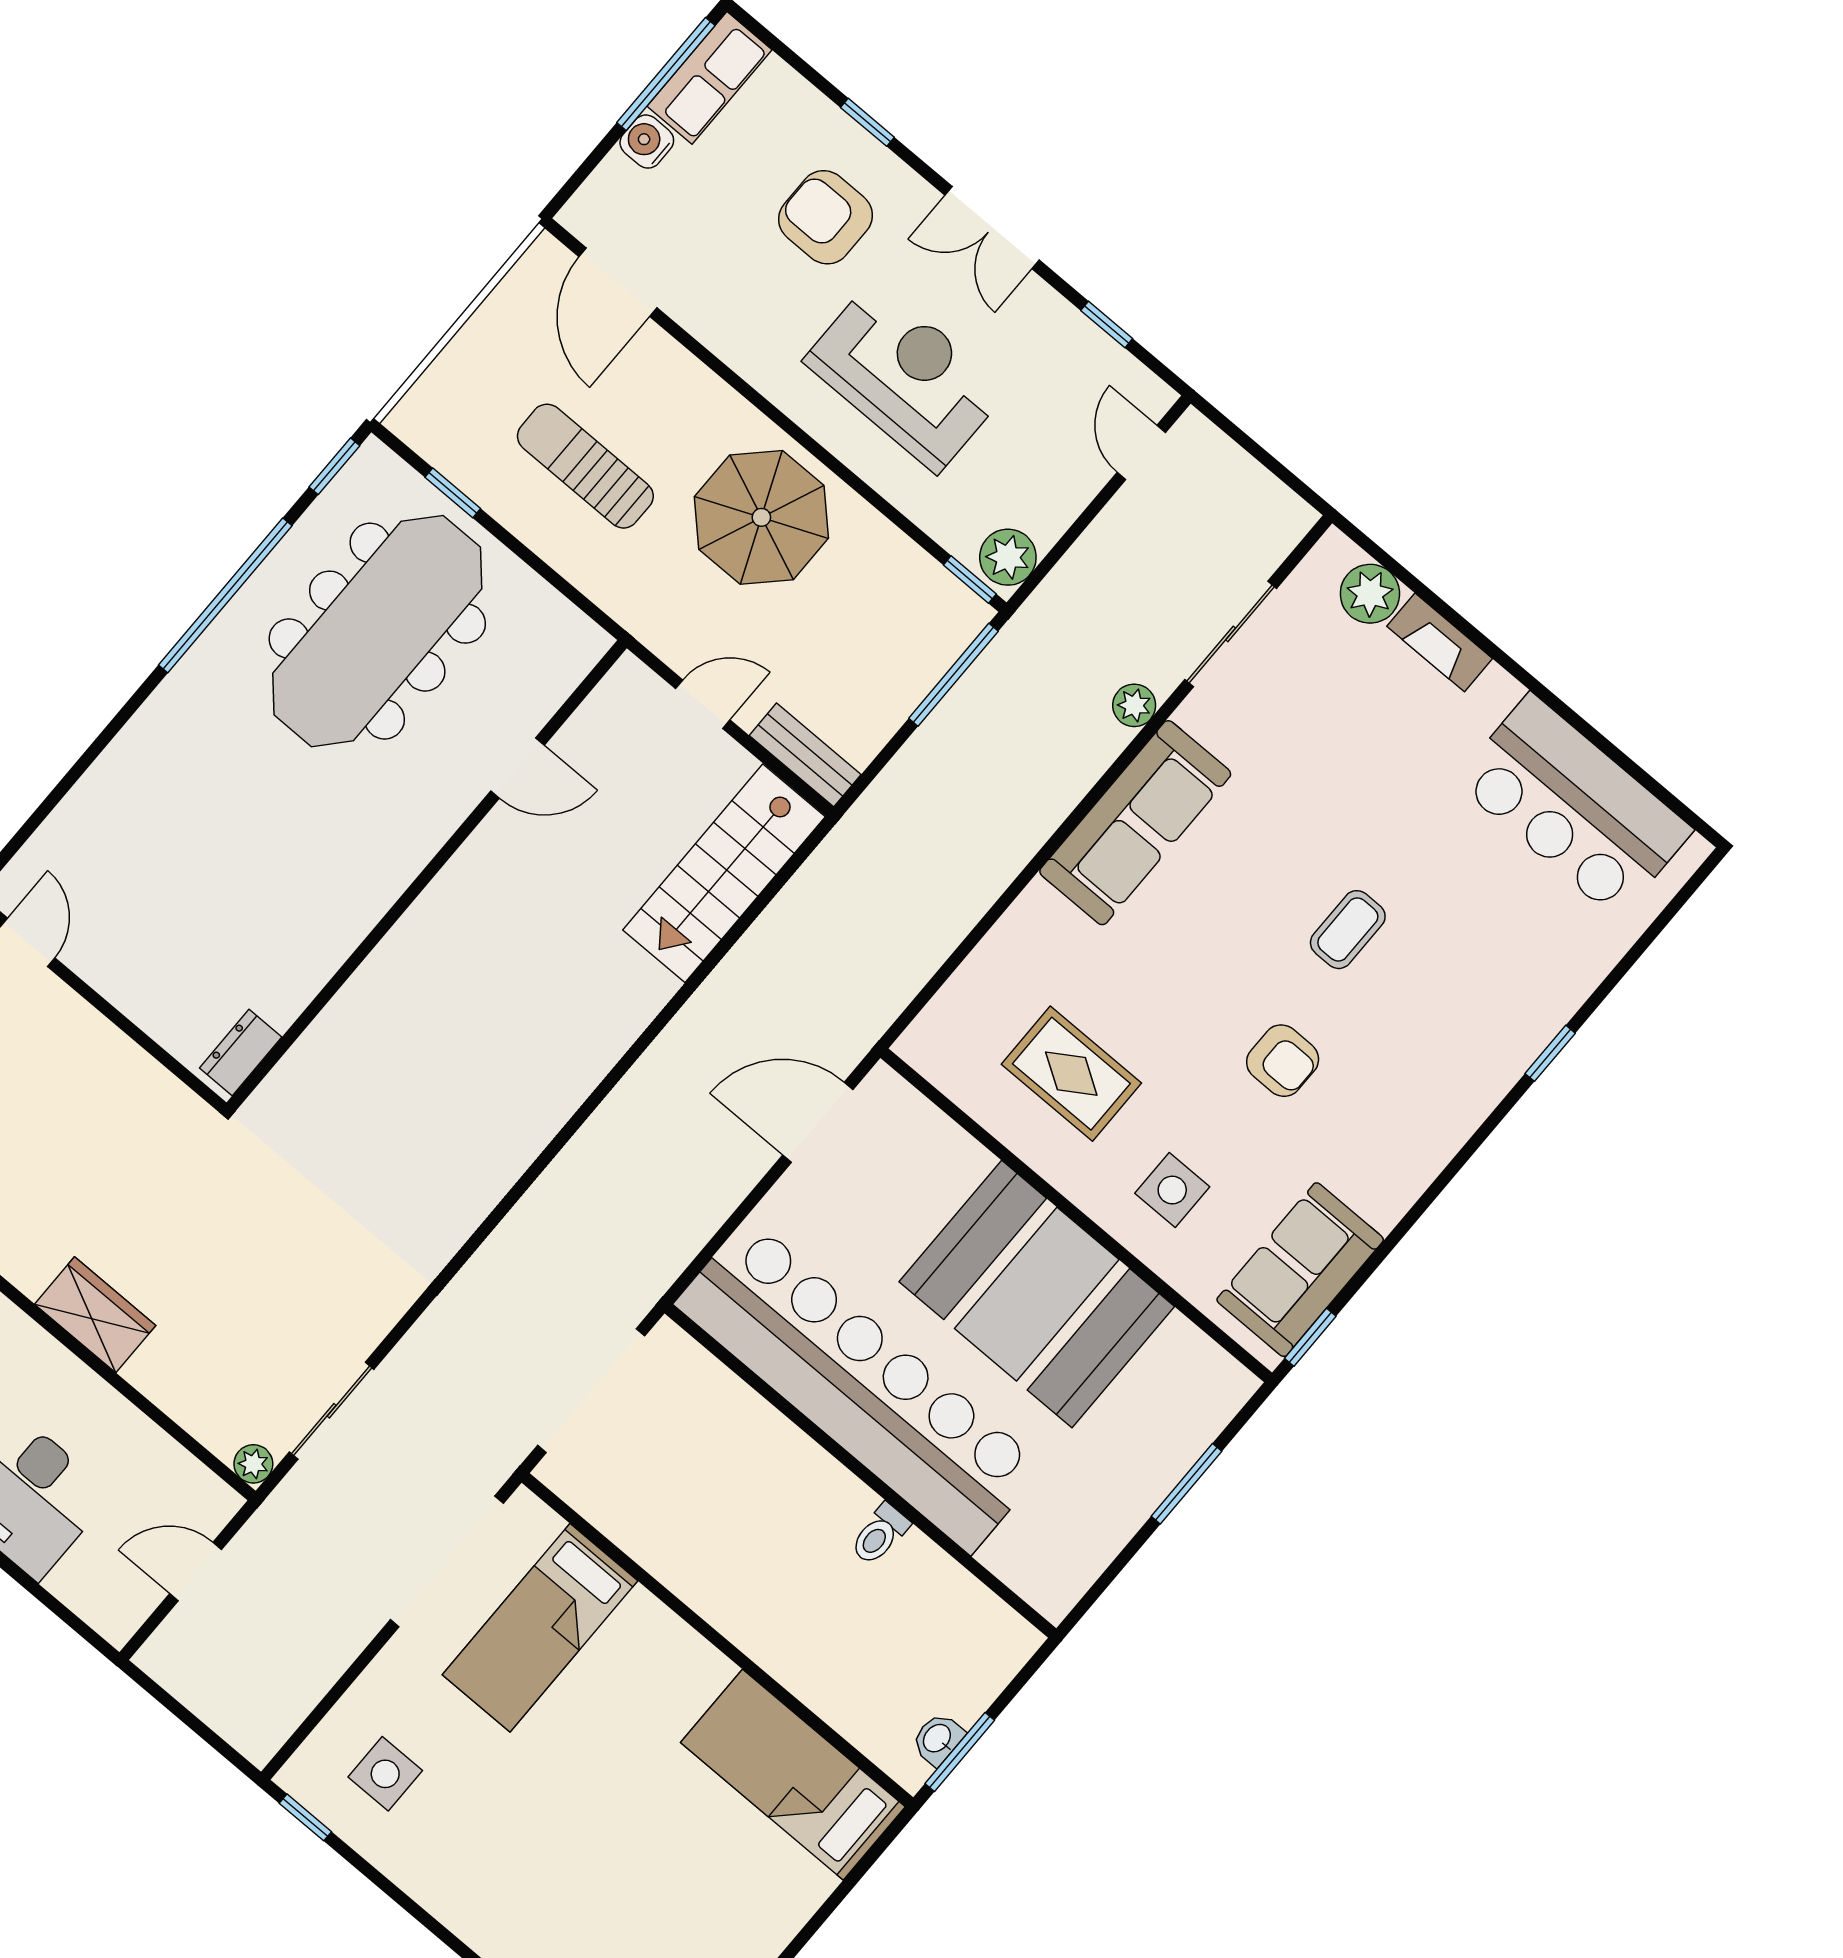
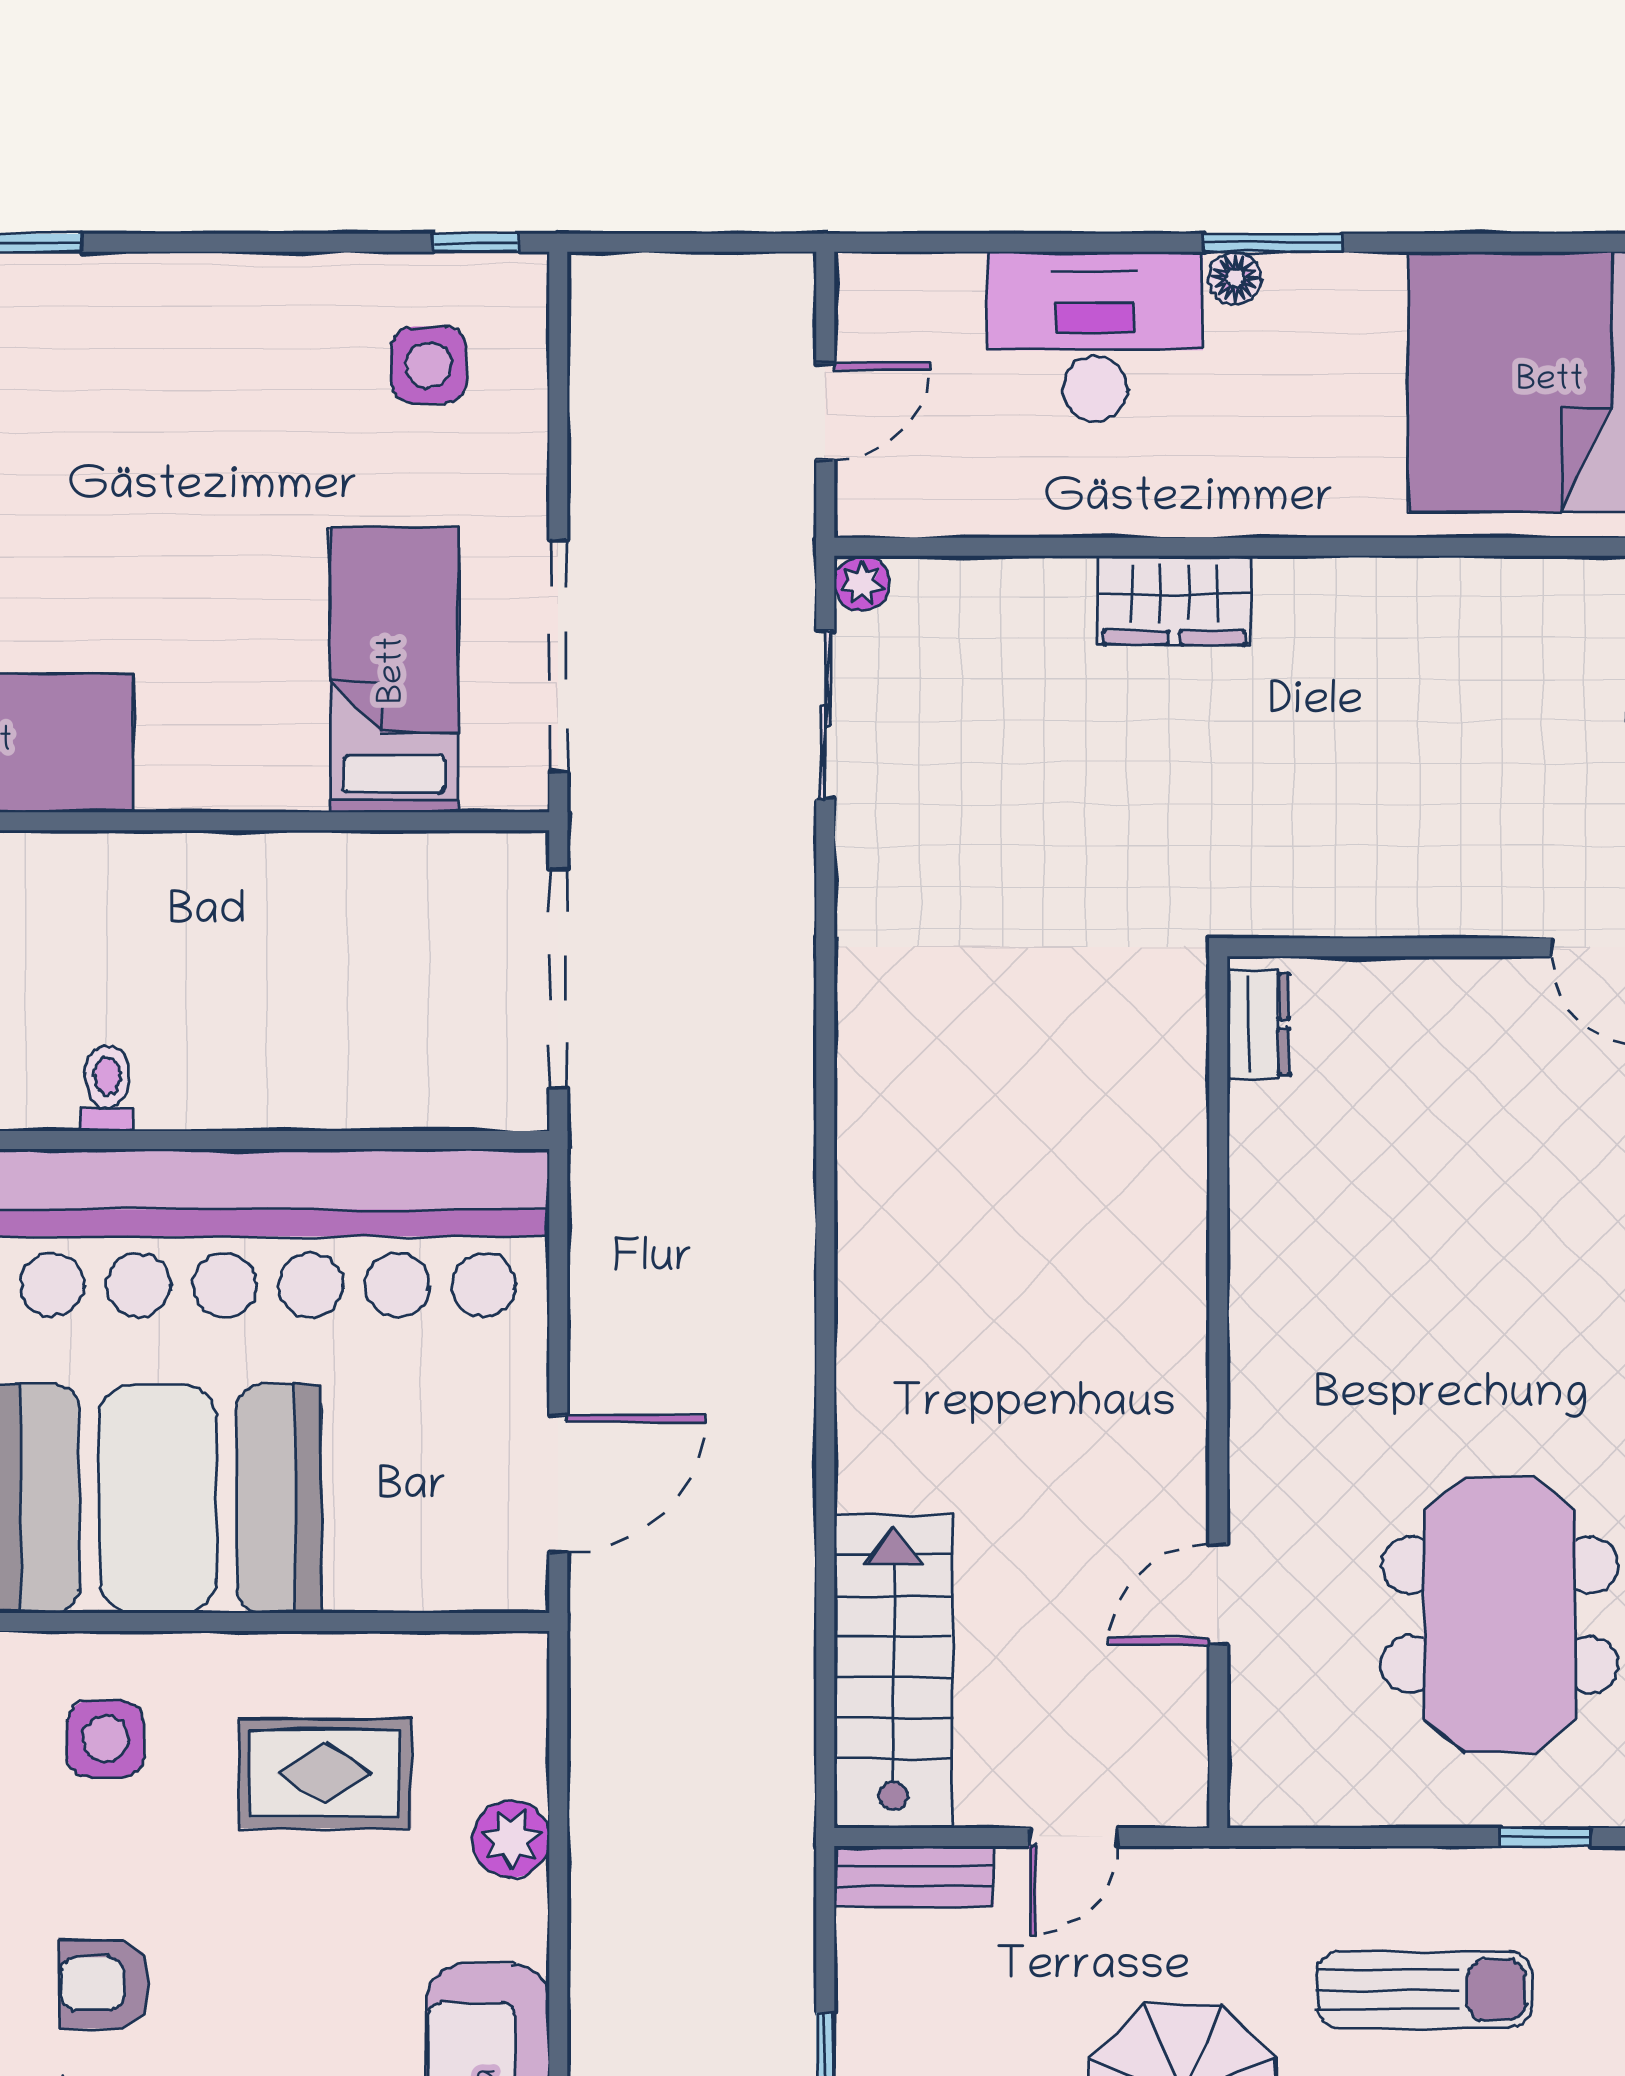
meeting table: (377, 631) -> (1500, 1615), width x0.73
plant: (1002, 955) -> (511, 1839), added

